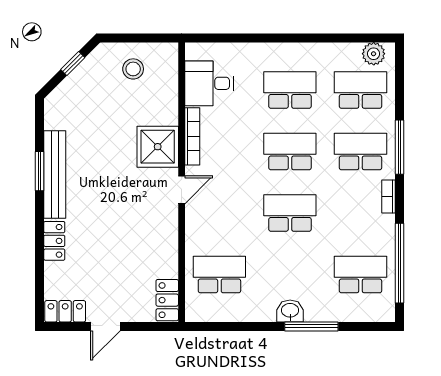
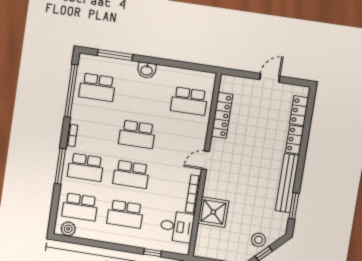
window: (240, 38) -> (152, 253), added
stool: (133, 69) -> (259, 240), moved
shower: (158, 147) -> (213, 212), moved
window: (39, 171) -> (294, 206), moved
locker: (167, 300) -> (222, 115), moved, width x1.53
locker: (65, 311) -> (299, 111), moved, turned 90
window: (311, 326) -> (115, 55), moved

